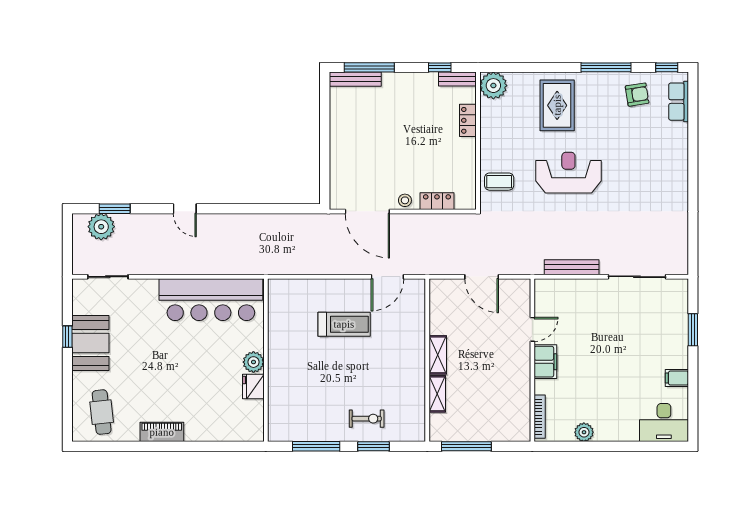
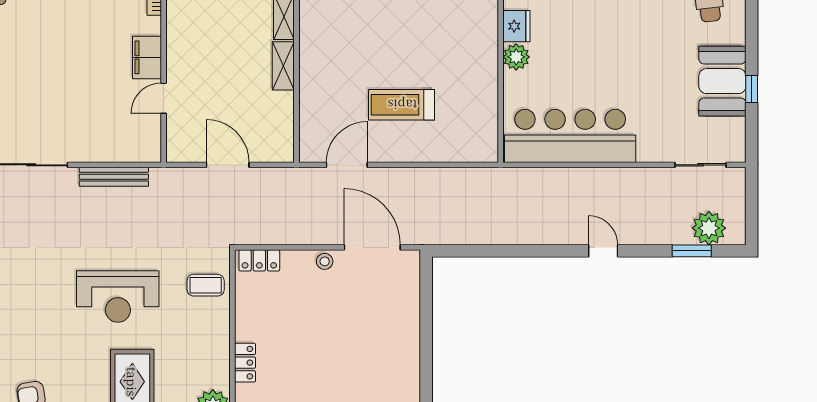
locker: (437, 201) -> (259, 260), moved

